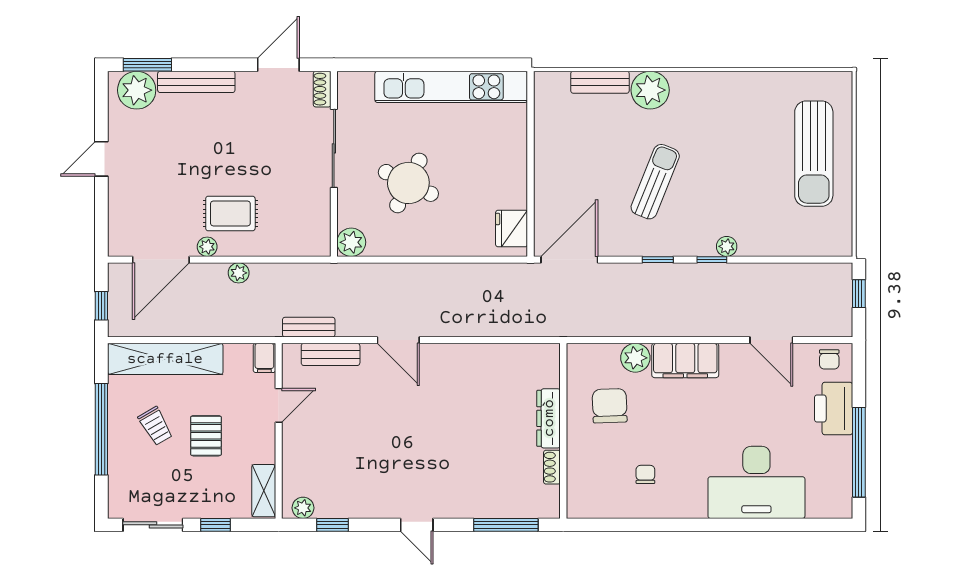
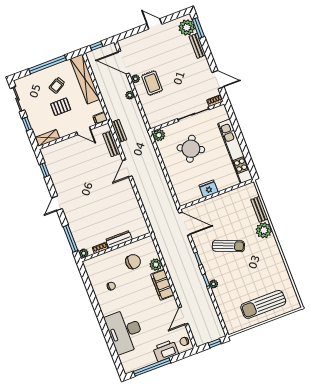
bench: (196, 82) -> (197, 46), width x0.73
fridge: (512, 229) -> (209, 189), moved
plant: (303, 508) -> (84, 253), moved

